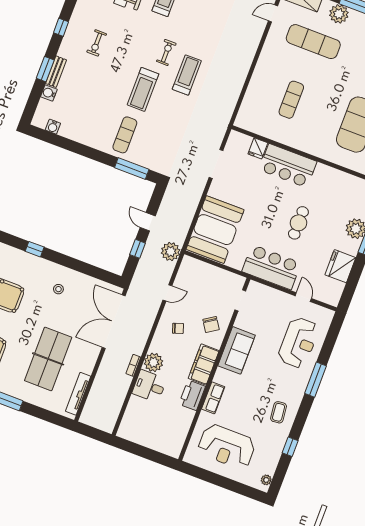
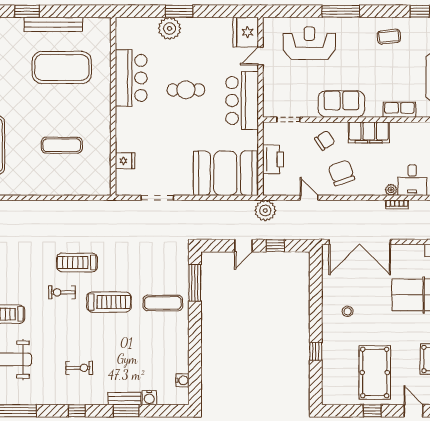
bar counter: (288, 166) -> (131, 78), moved
fridge: (340, 266) -> (246, 32), moved, turned 90
chair: (178, 328) -> (342, 173), width x1.87, depth x1.87
plant: (153, 362) -> (391, 190), width x0.53, depth x0.53
printer: (192, 395) -> (273, 159), moved, turned -90

